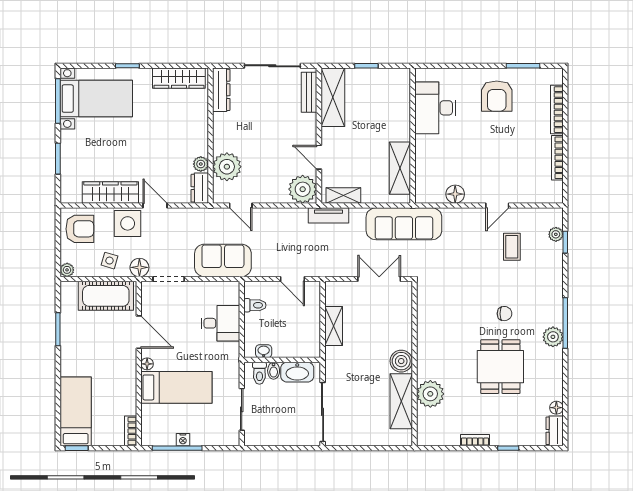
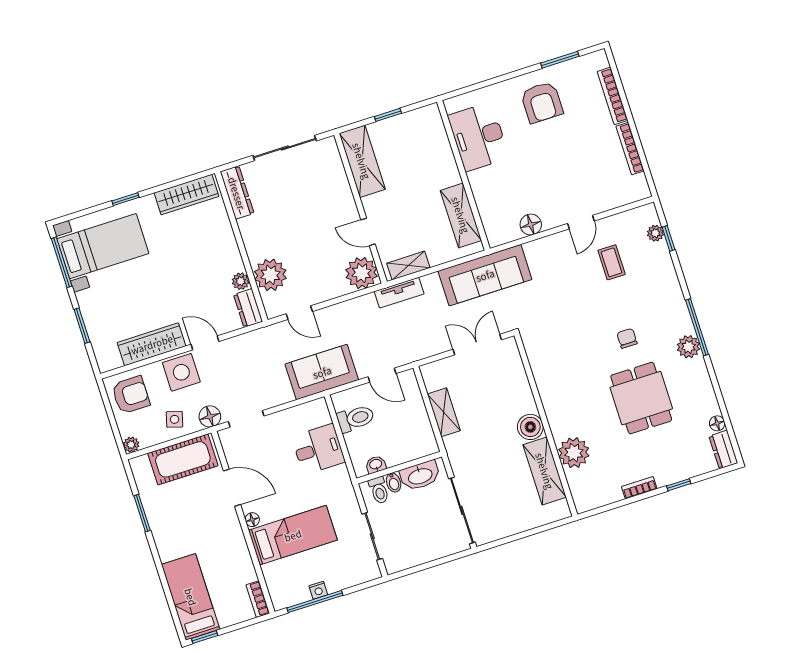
bench: (309, 92) -> (334, 164), removed
sofa: (223, 260) -> (322, 372), moved
toilet: (255, 305) -> (356, 418), width x1.37, depth x1.39
chair: (504, 314) -> (627, 338), turned -90

